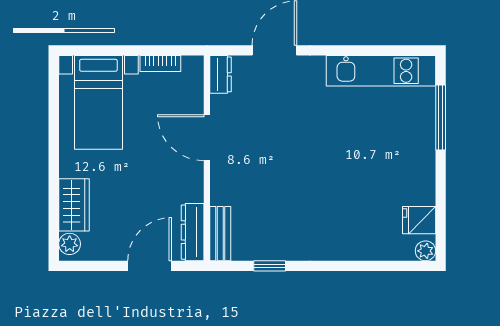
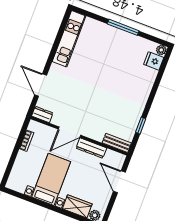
bed with nightstands: (98, 102) -> (51, 179), moved, turned -90
window: (441, 117) -> (123, 27), moved
fridge: (419, 220) -> (154, 61), moved, turned 90
dresser: (193, 232) -> (91, 148), moved

